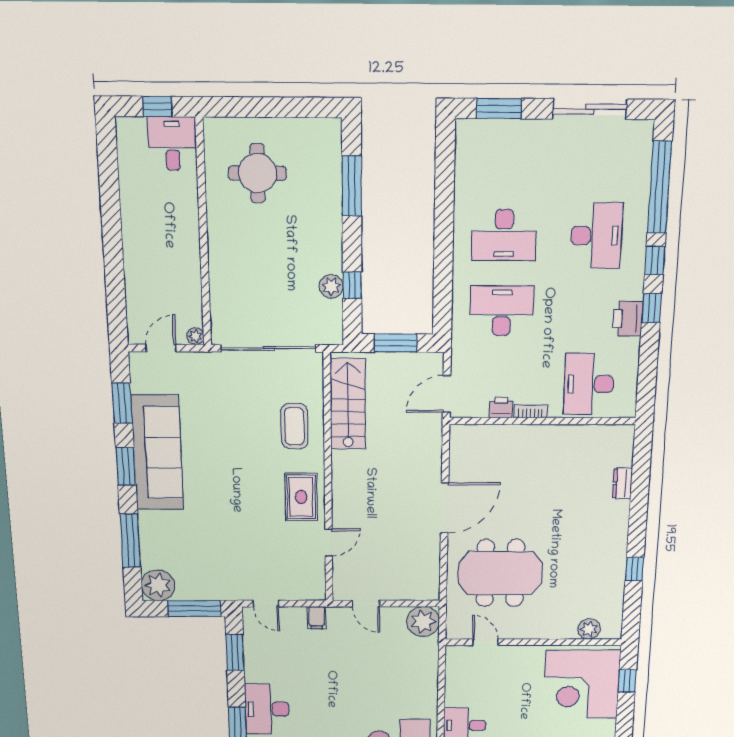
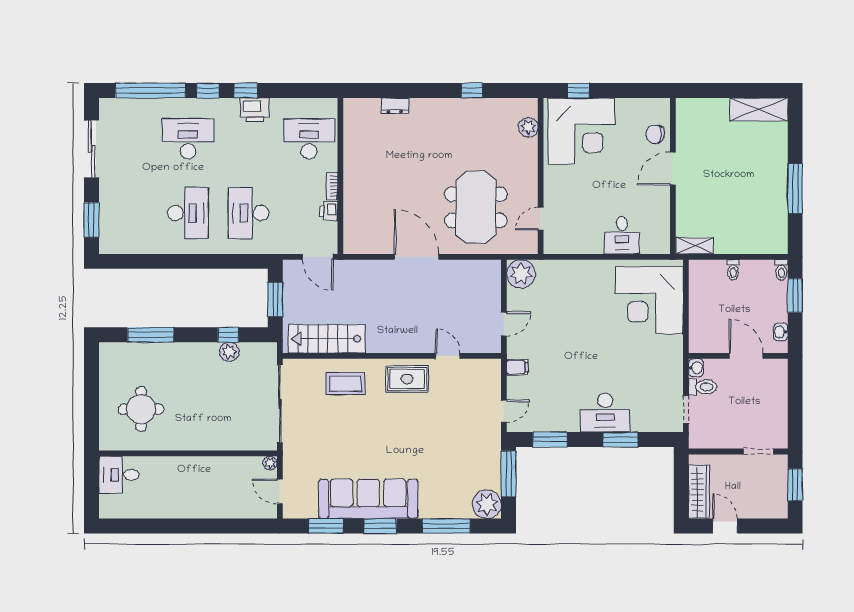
window: (157, 107) -> (92, 485), removed
desk: (589, 384) -> (309, 139), turned 180

